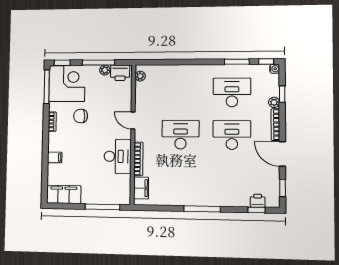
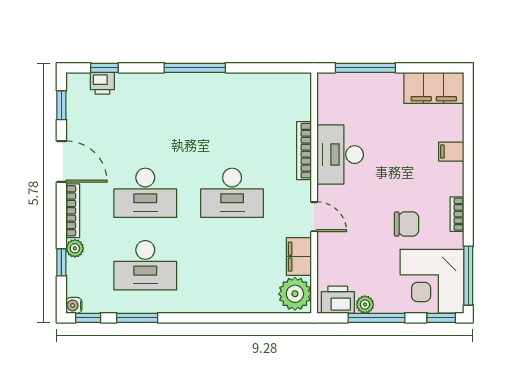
plant: (140, 76) -> (295, 294), width x1.88, depth x1.88
filing cabinet: (141, 188) -> (299, 257), moved

